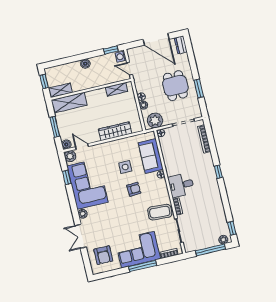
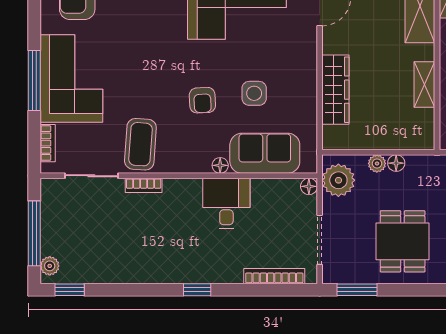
dining table: (175, 86) -> (403, 241), turned 90
window: (199, 88) -> (357, 290), moved
shelving: (116, 89) -> (424, 84), moved
desk: (181, 185) -> (226, 204), moved

